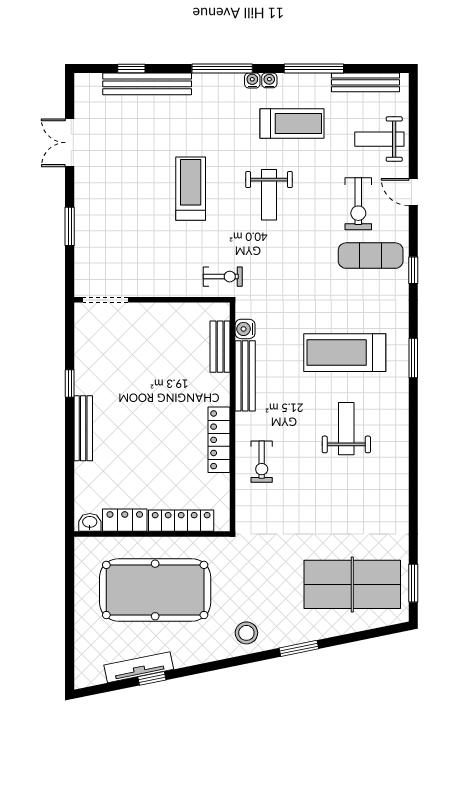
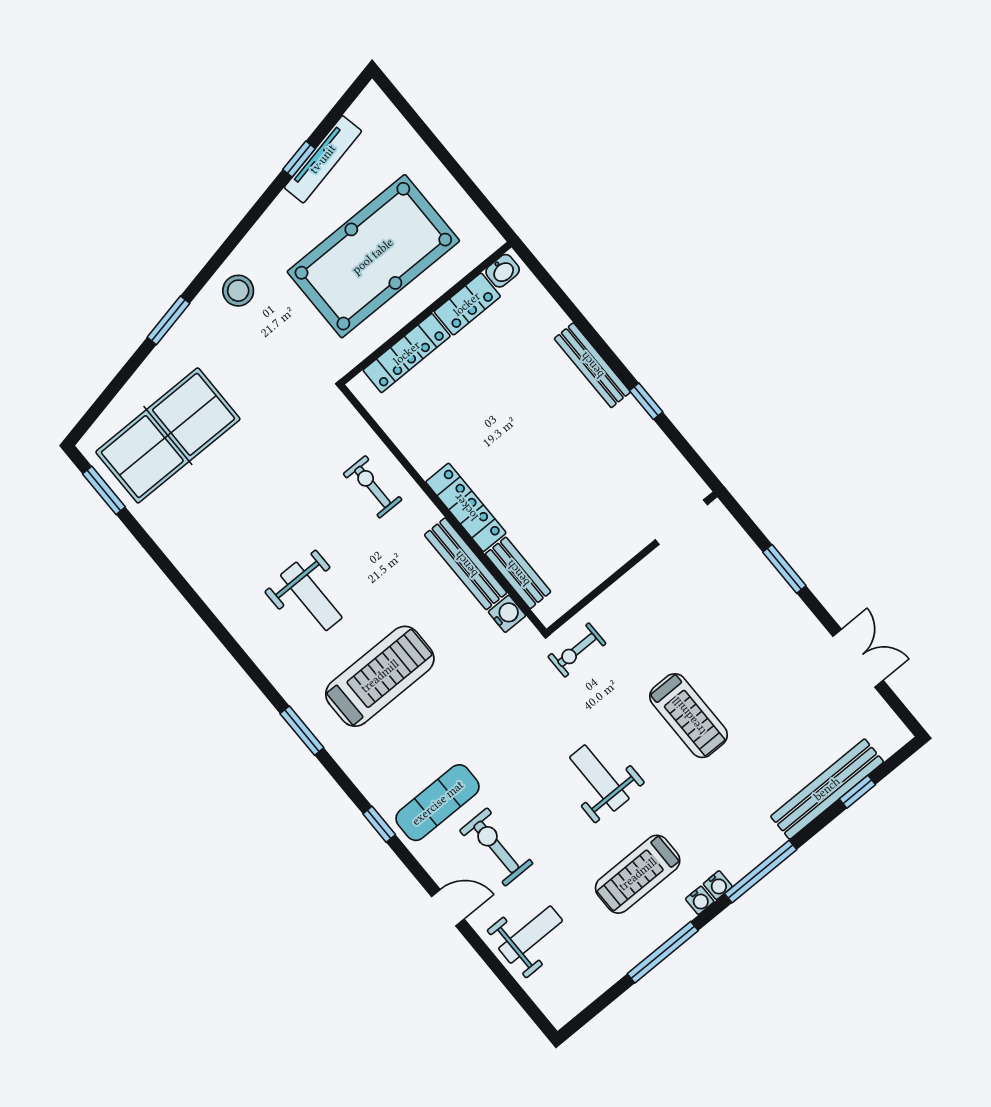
bench: (366, 82) -> (595, 983), removed
locker: (219, 440) -> (466, 507), moved

